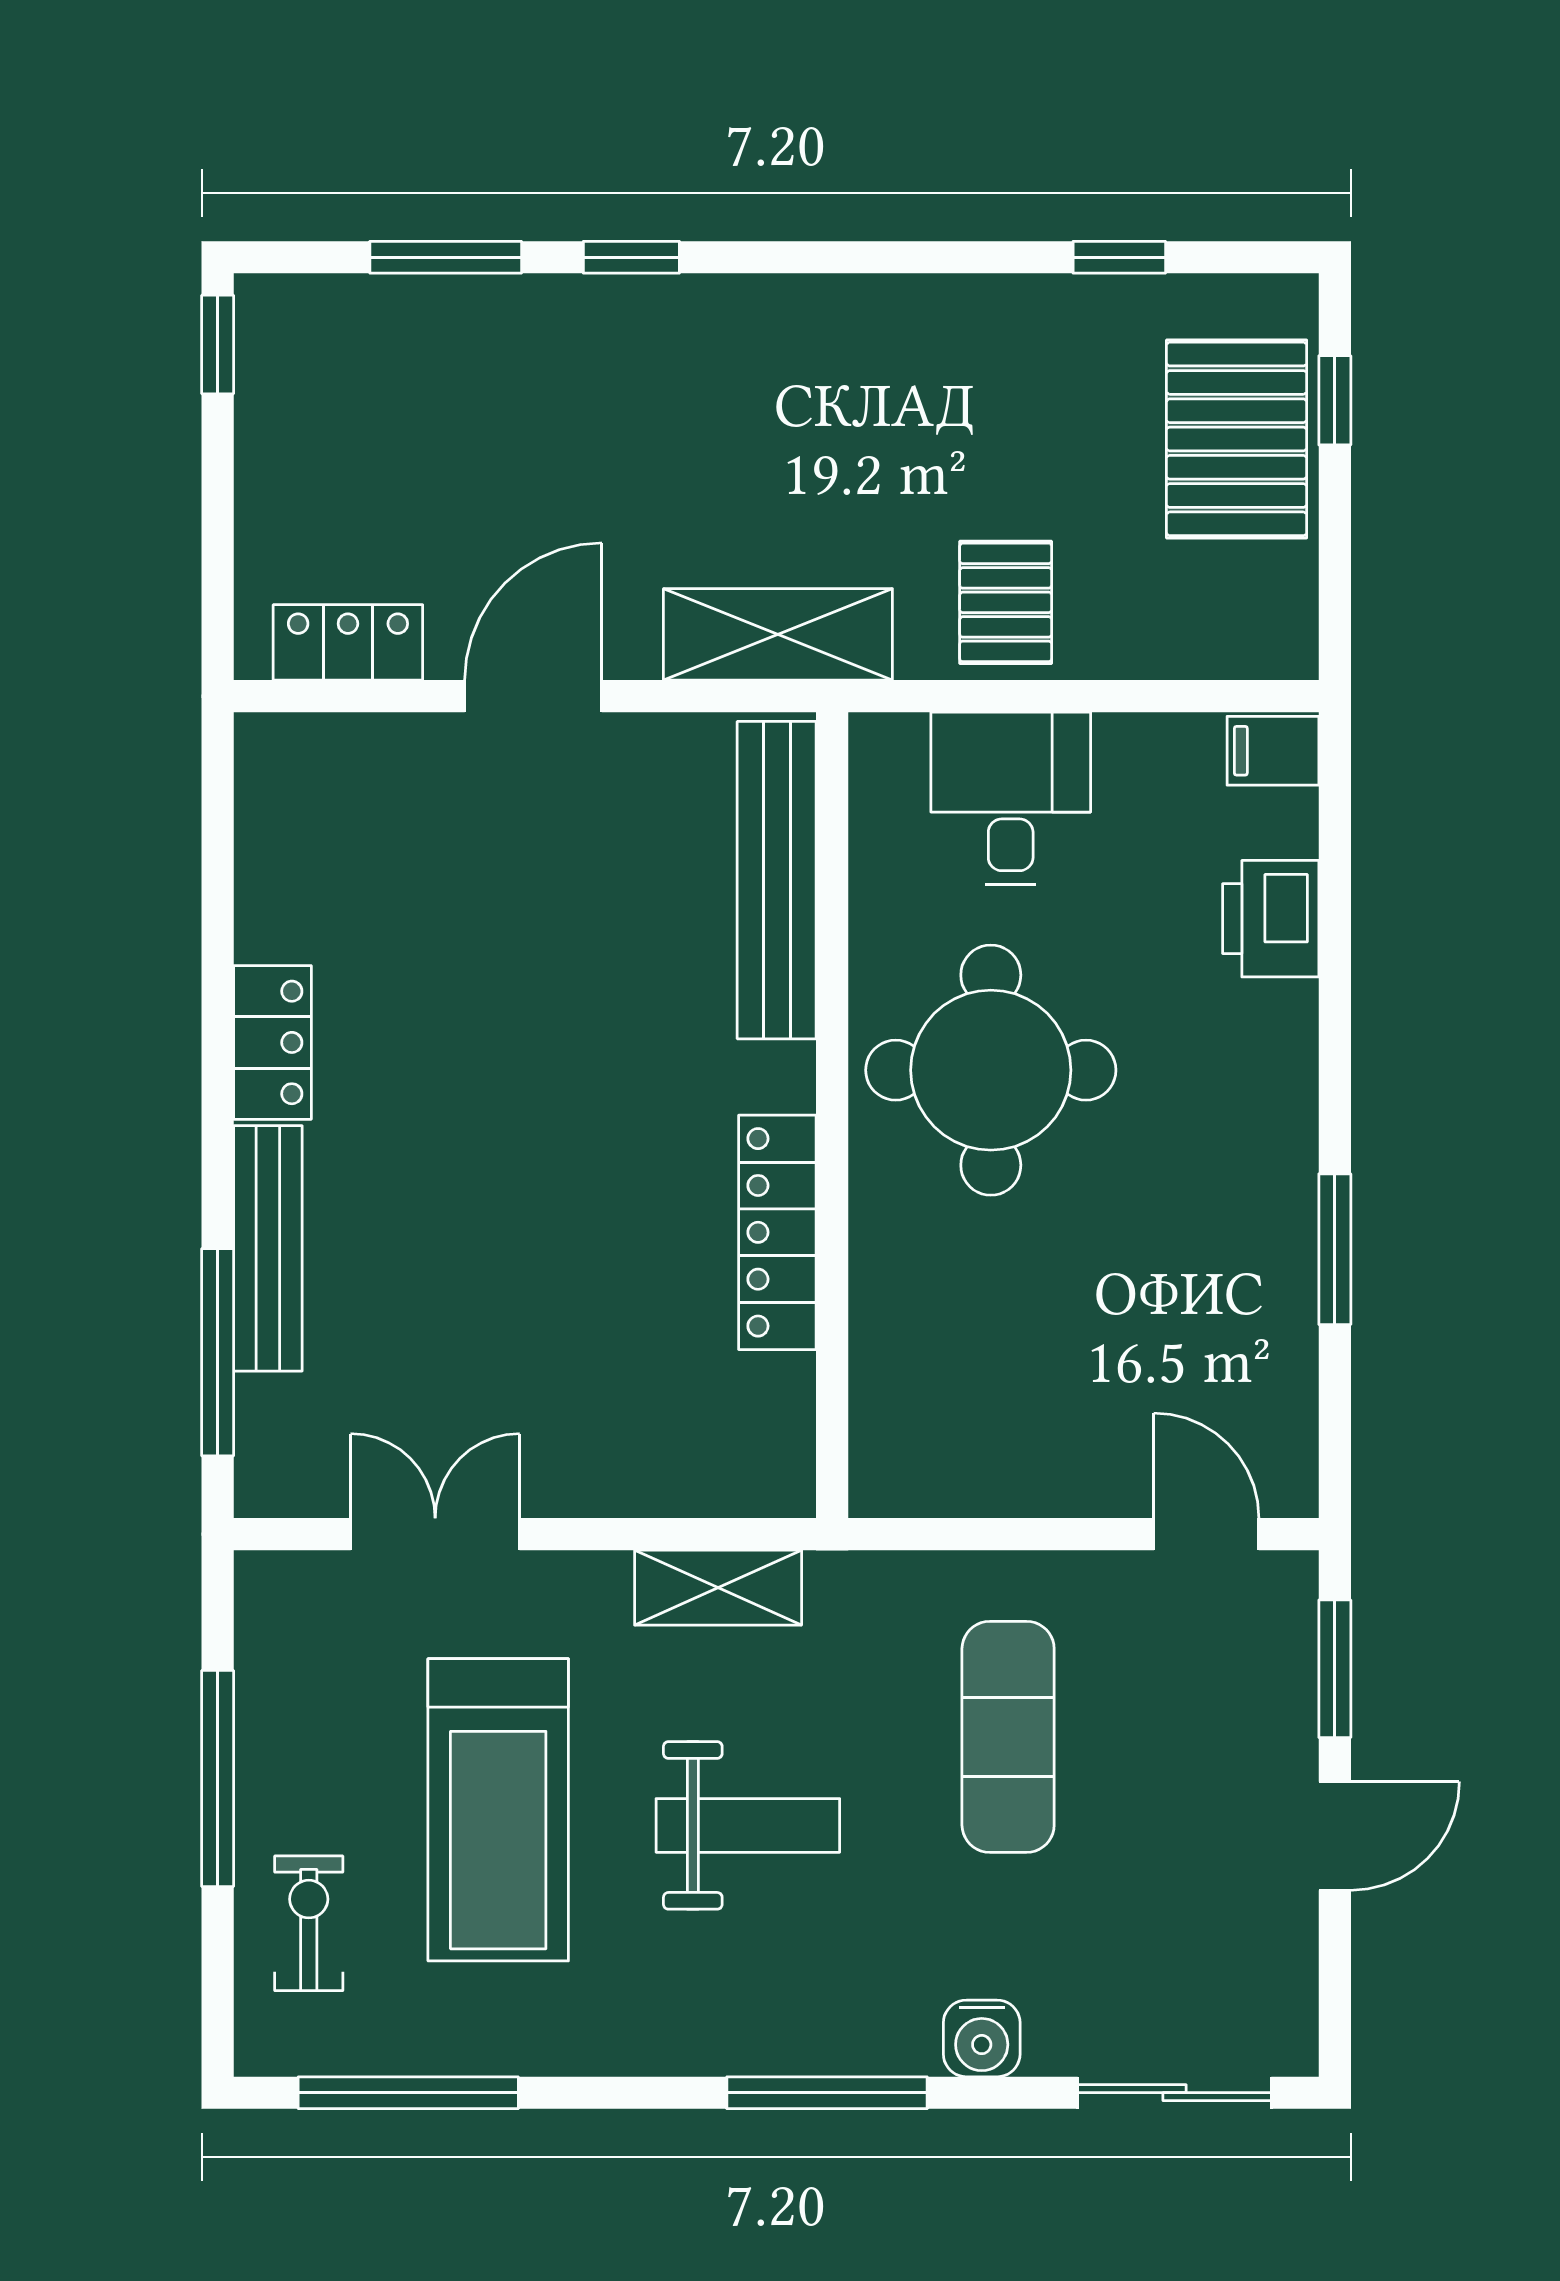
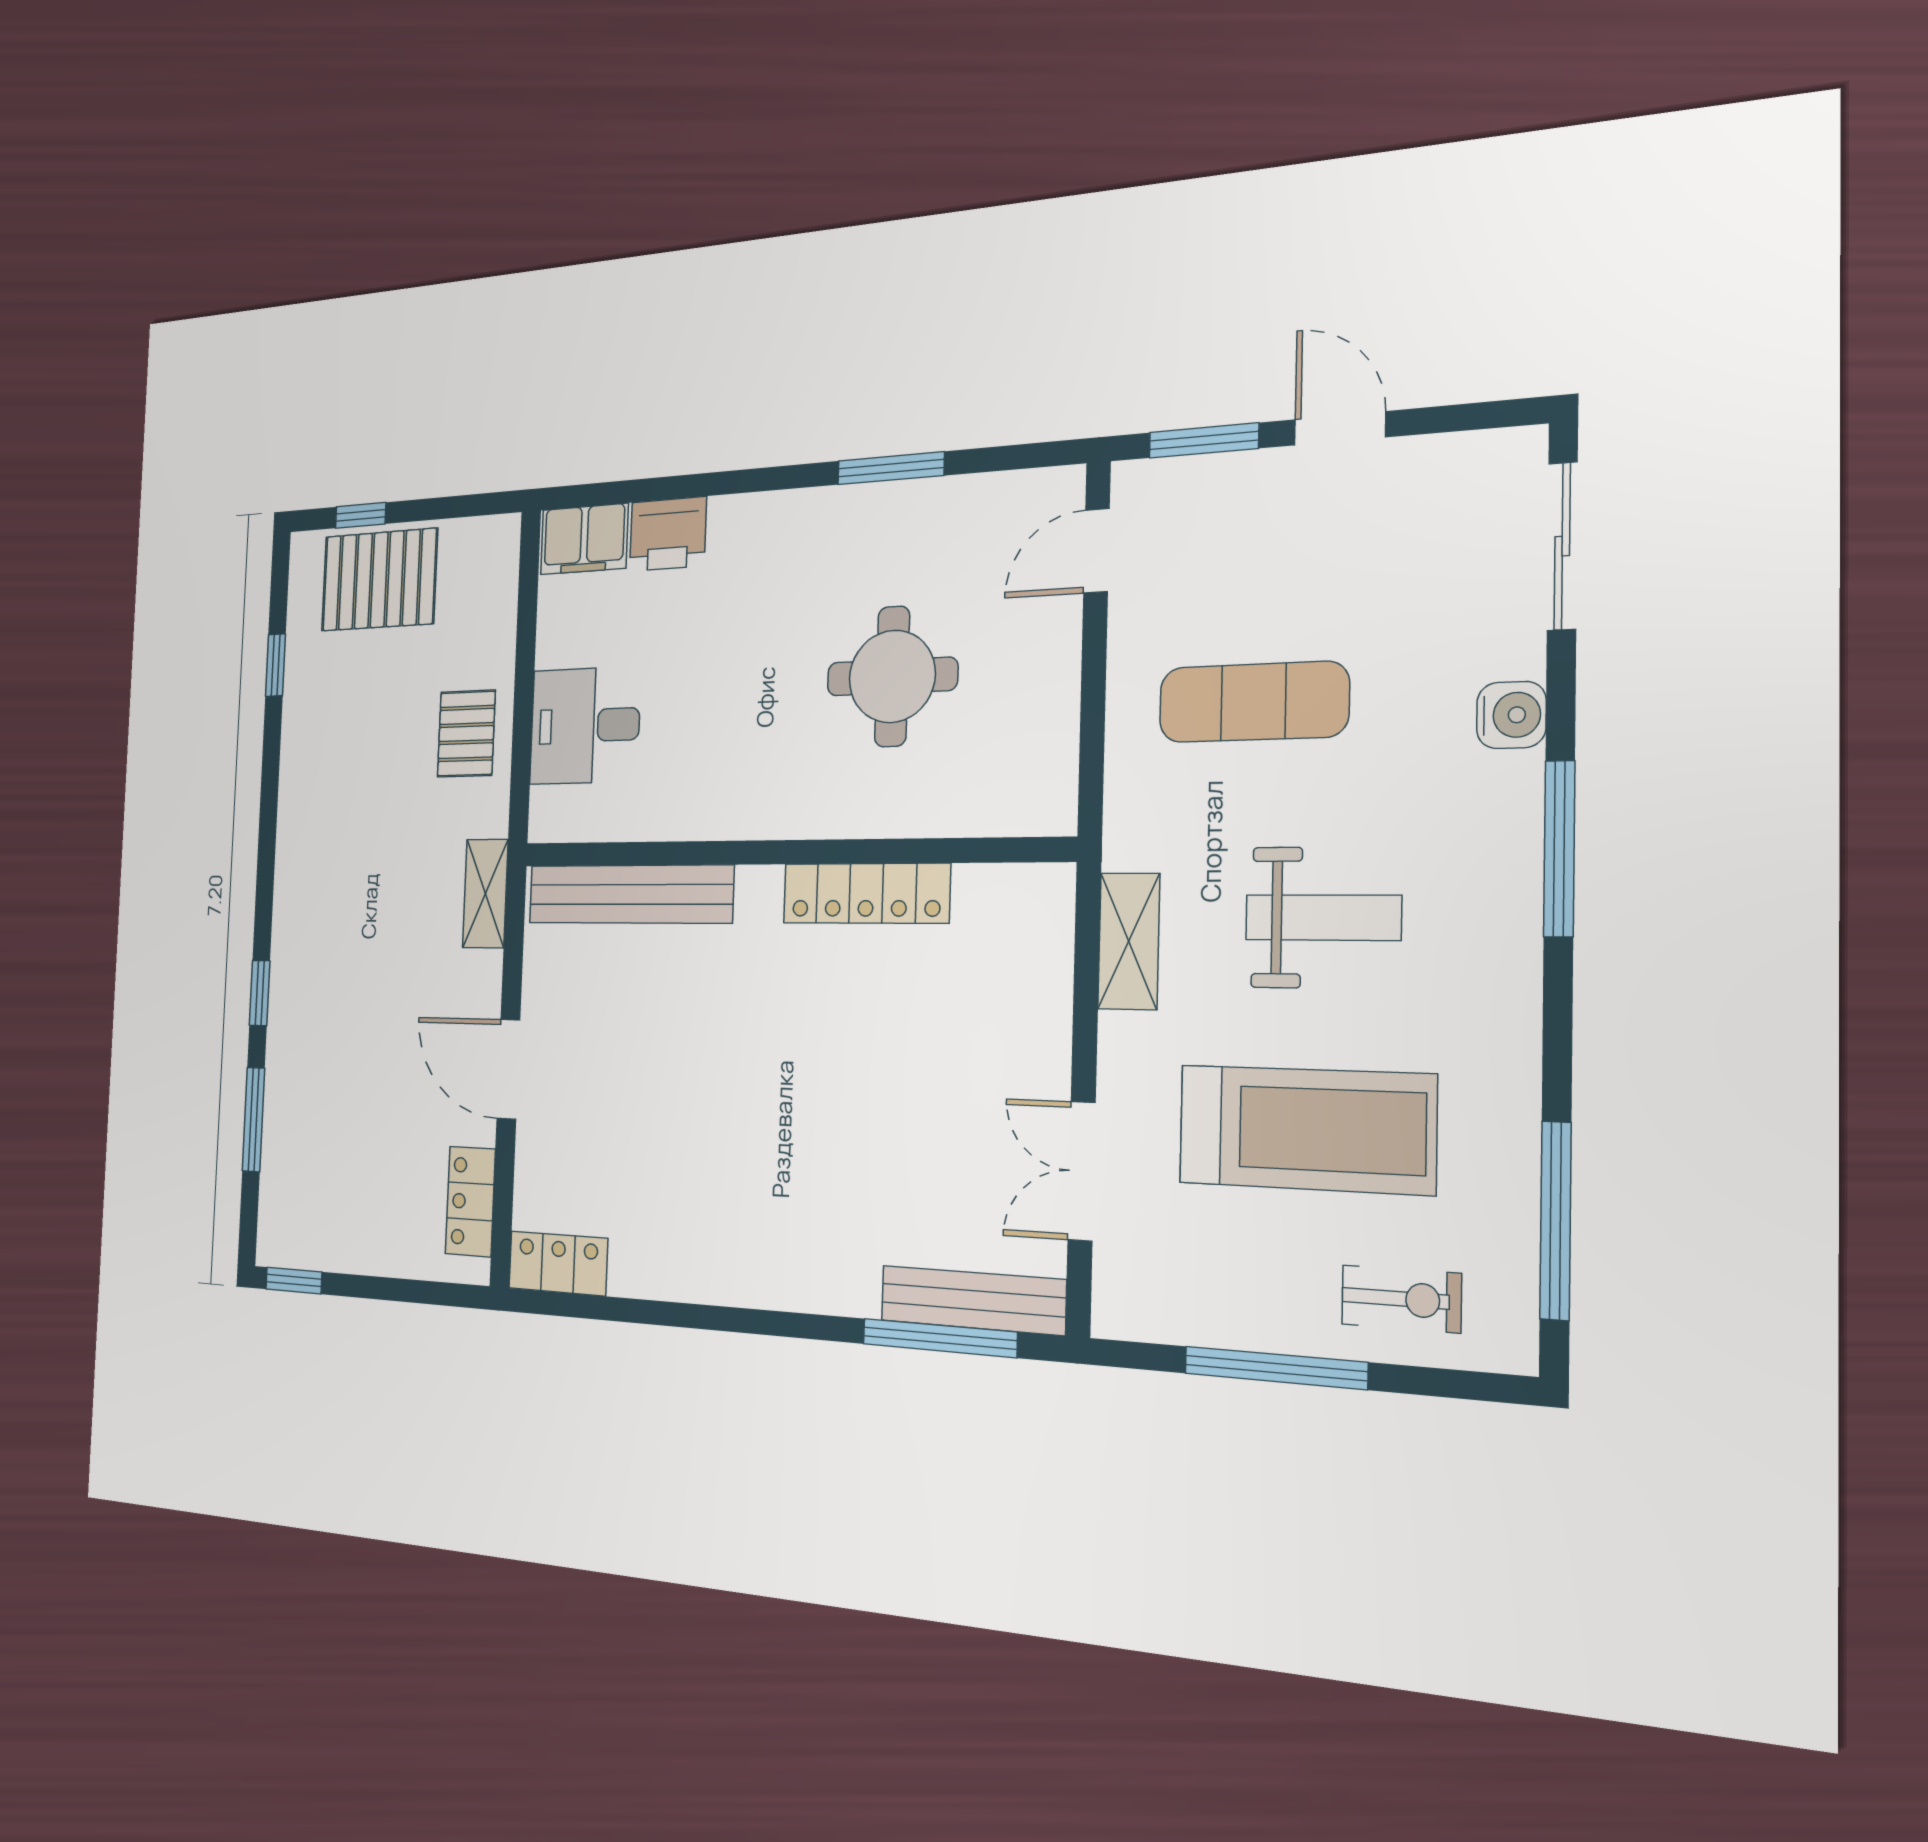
pallet: (1006, 602) -> (466, 734), turned 90
shelving: (778, 634) -> (485, 894), width x0.67, depth x0.75
filing cabinet: (1273, 751) -> (584, 539), width x2.00
locker: (272, 1042) -> (558, 1263), moved
round table: (991, 1070) -> (892, 676), moved, width x0.73, depth x0.73
bench: (268, 1248) -> (973, 1300), moved
weight bench: (748, 1825) -> (1323, 918), turned 90
exercise bike: (309, 1923) -> (1401, 1299), turned 180

